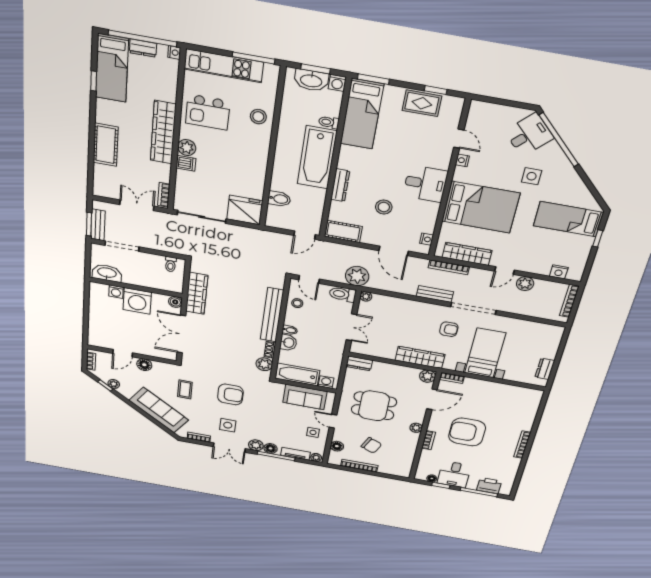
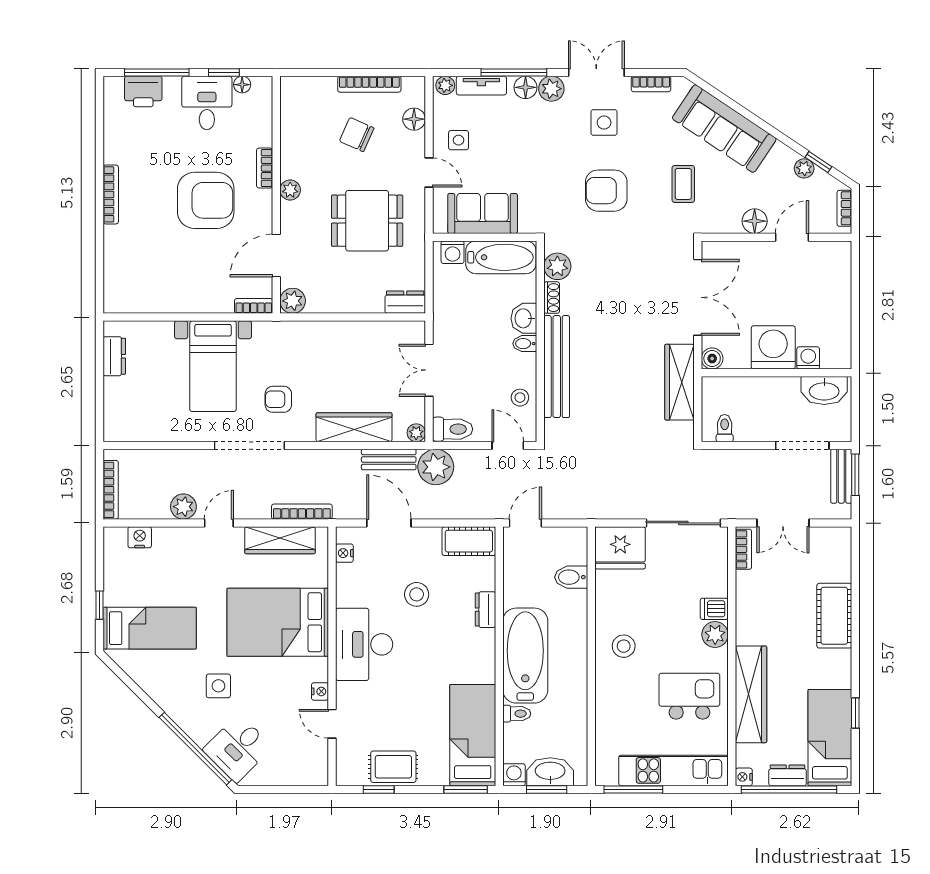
stool: (258, 117) -> (624, 646), moved
wardrobe: (163, 132) -> (751, 694), moved
desk: (425, 184) -> (364, 644), width x1.37
dresser: (340, 185) -> (485, 610), width x0.70
bench: (435, 294) -> (389, 460), moved
wardrobe: (420, 357) -> (354, 427), moved, turned 180

